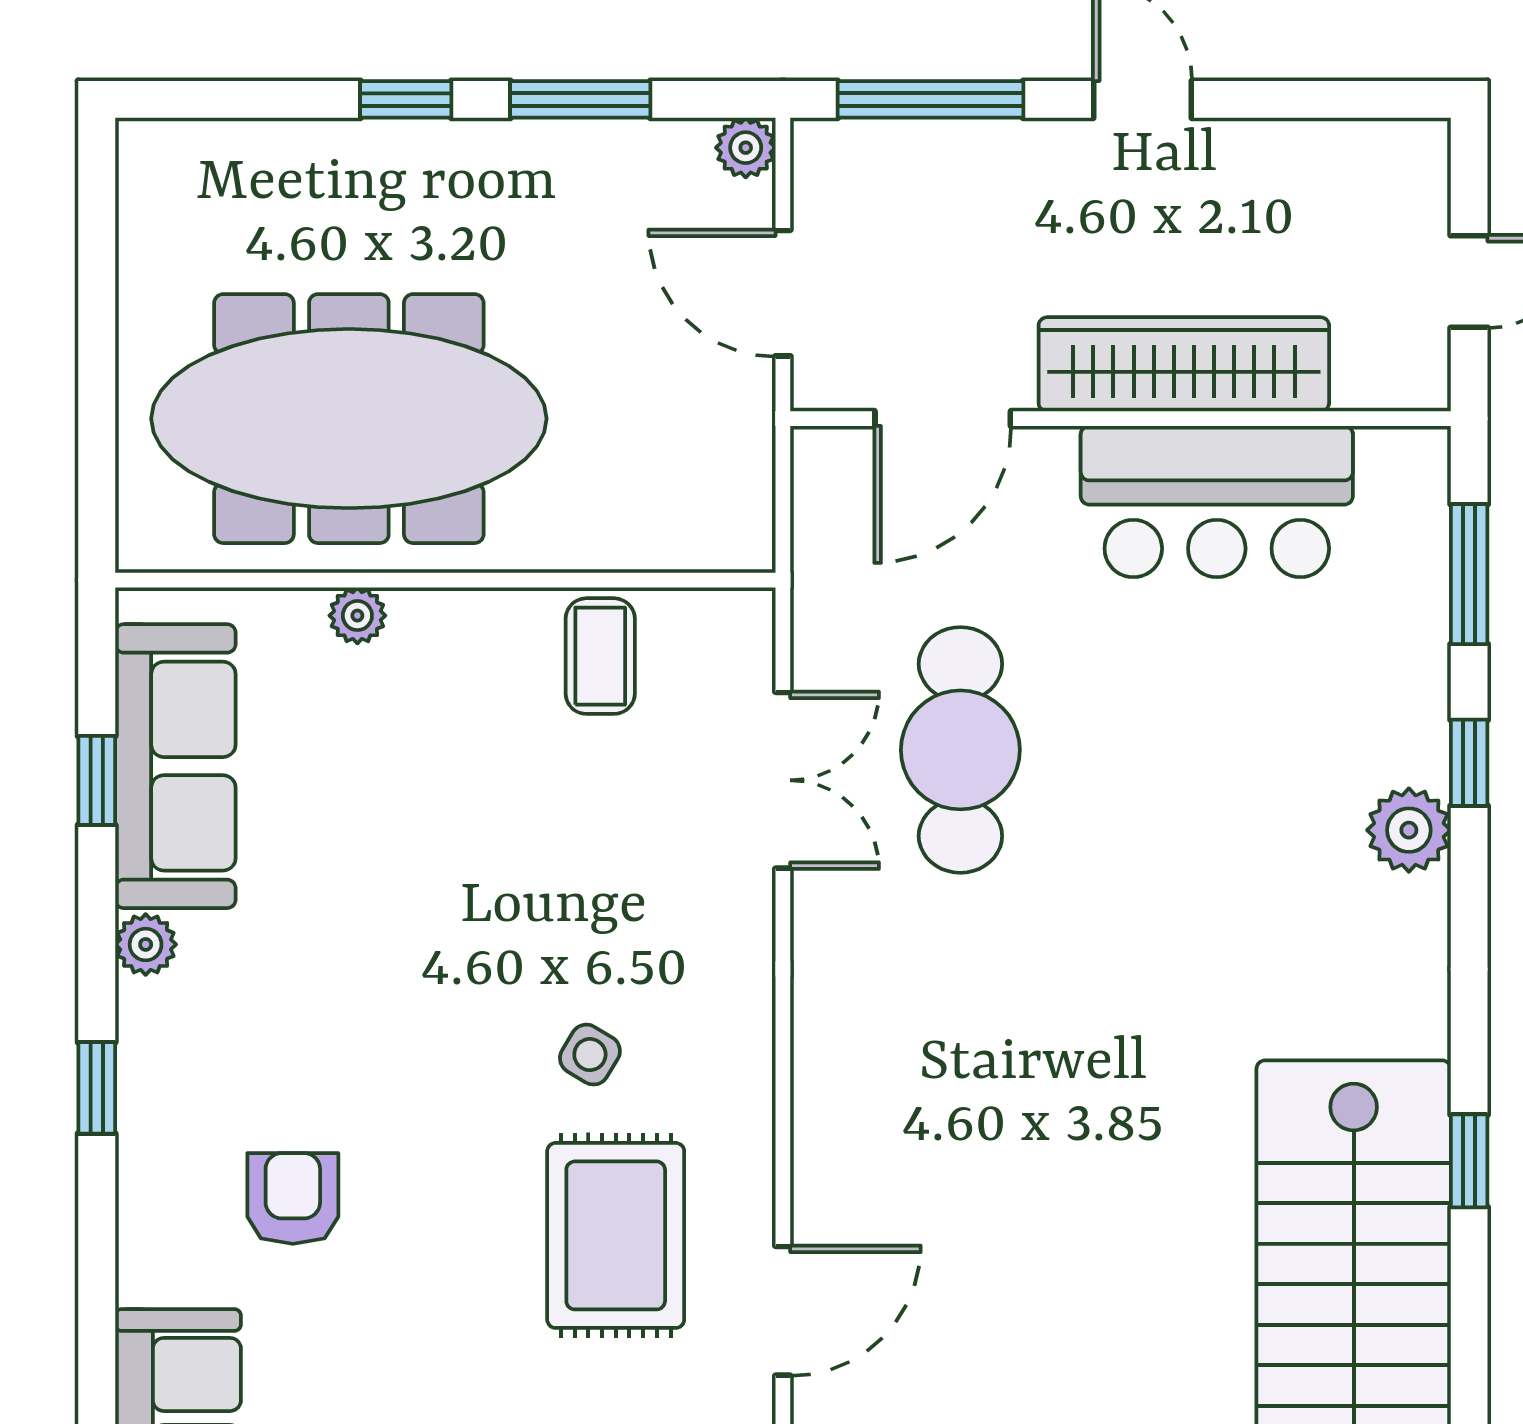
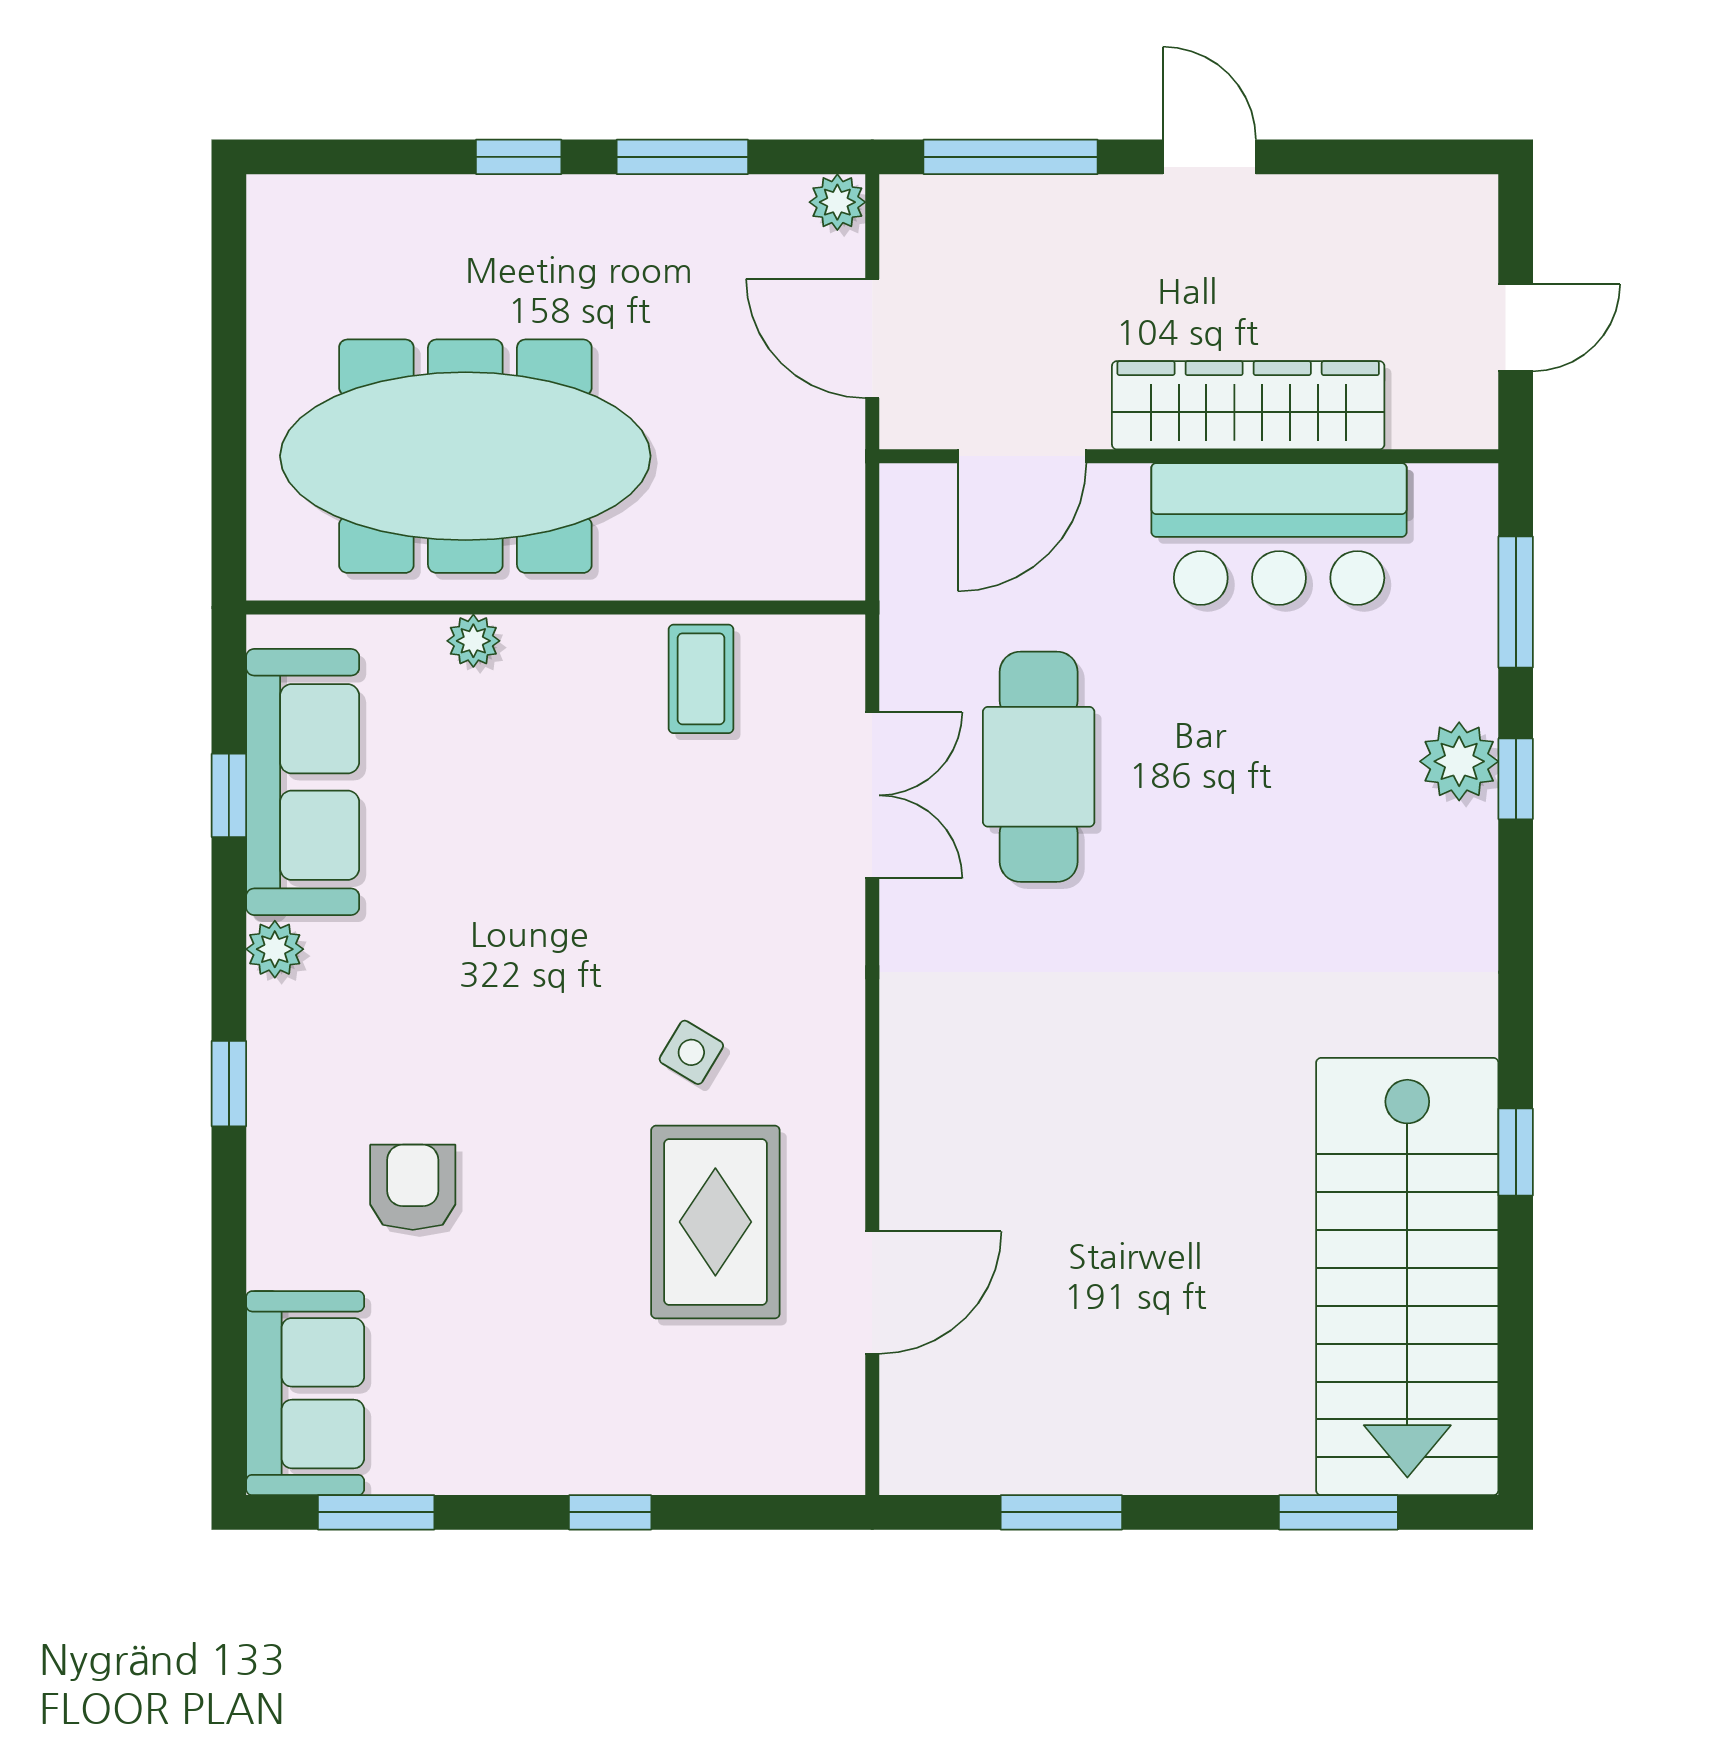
plant: (1409, 830) -> (1459, 761), moved

